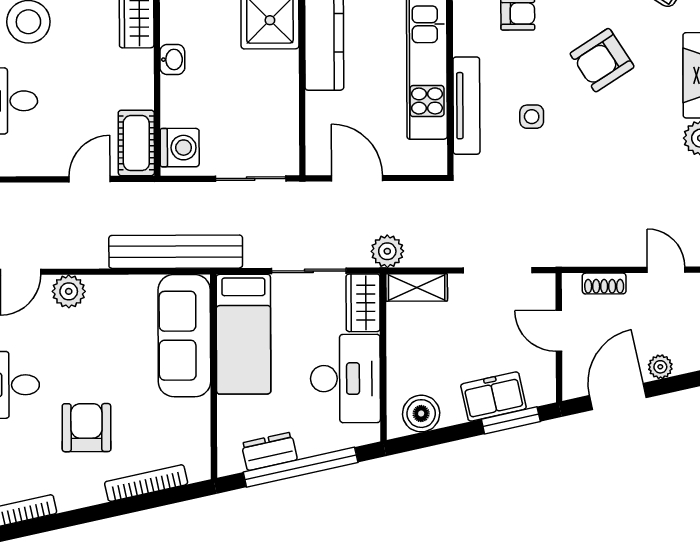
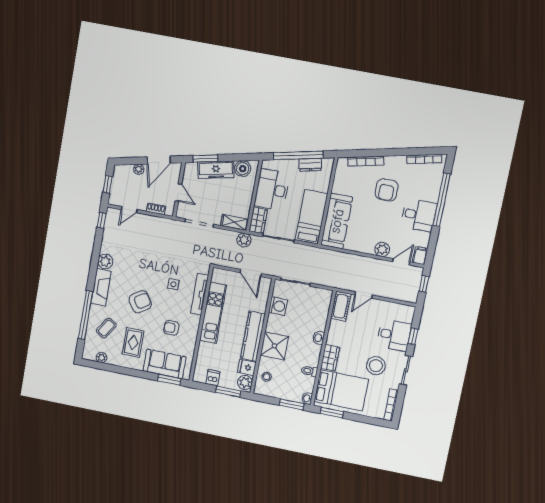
washing machine: (180, 148) -> (278, 306), moved, turned 180
bench: (176, 252) -> (333, 257), removed
door: (666, 270) -> (129, 210), hinge flipped
freezer: (493, 397) -> (216, 170), width x1.40

